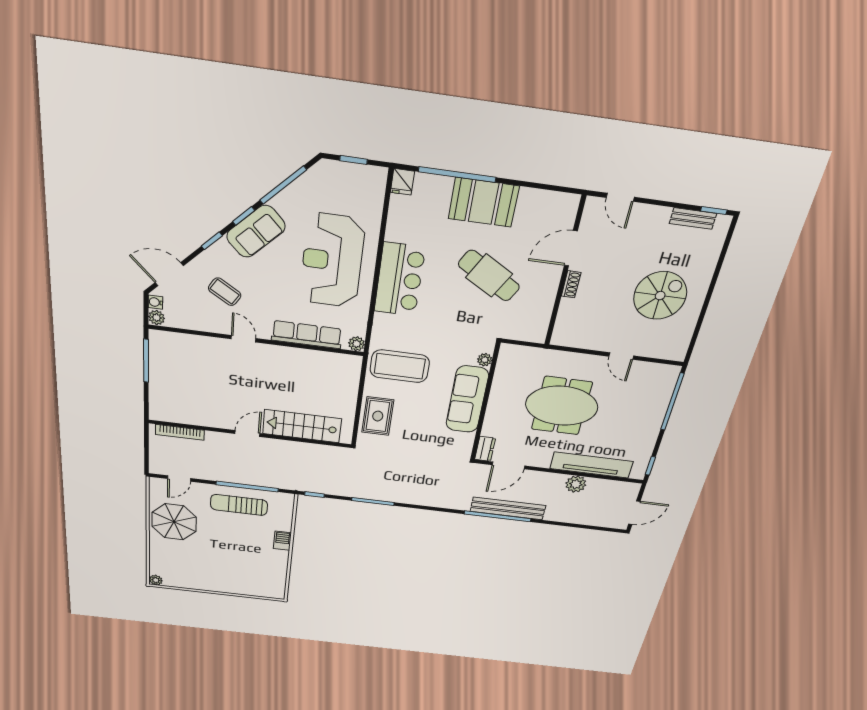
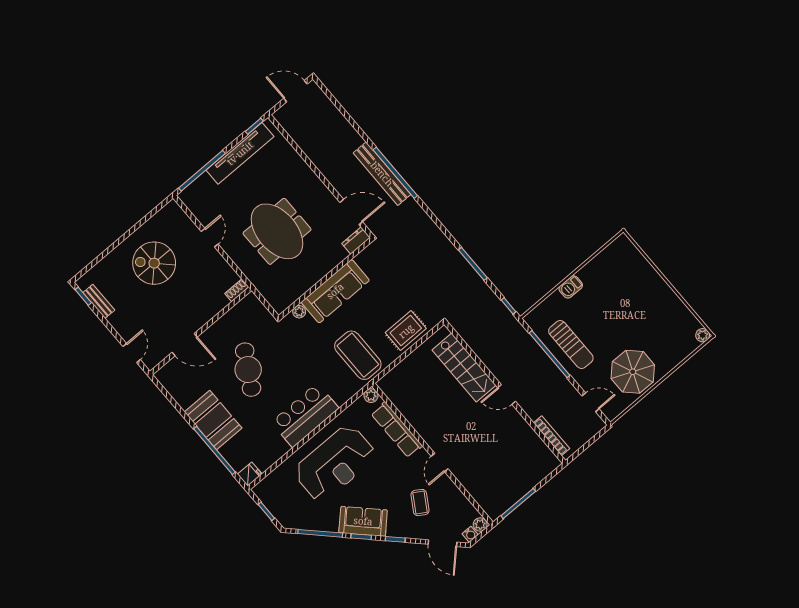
shoe rack: (571, 284) -> (237, 290), moved
tv unit: (591, 465) -> (240, 153), moved, turned -90
plant: (576, 484) -> (317, 154), removed

